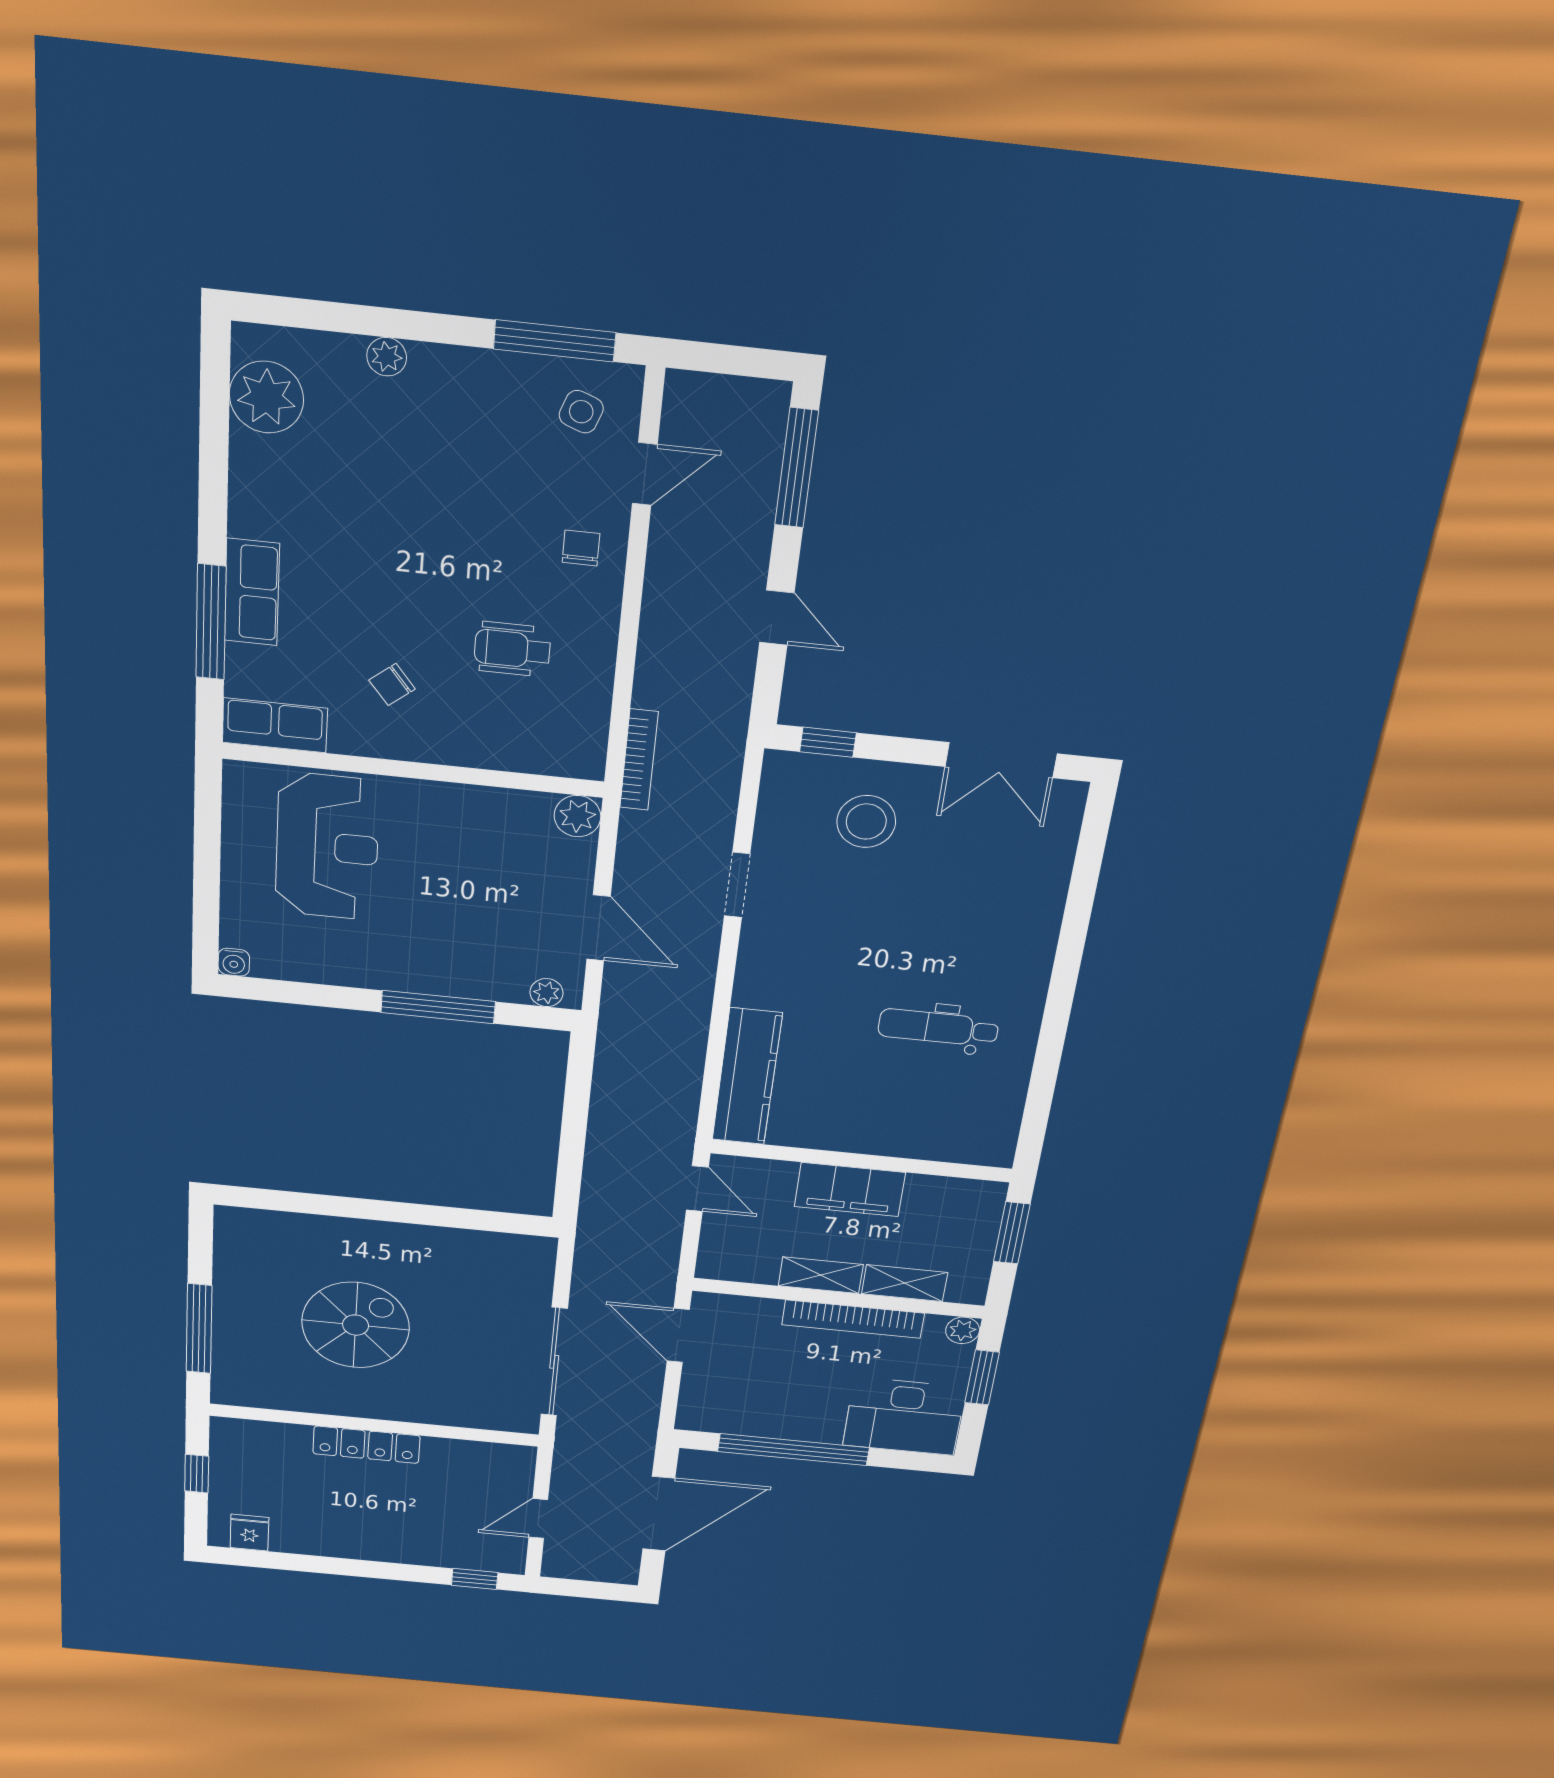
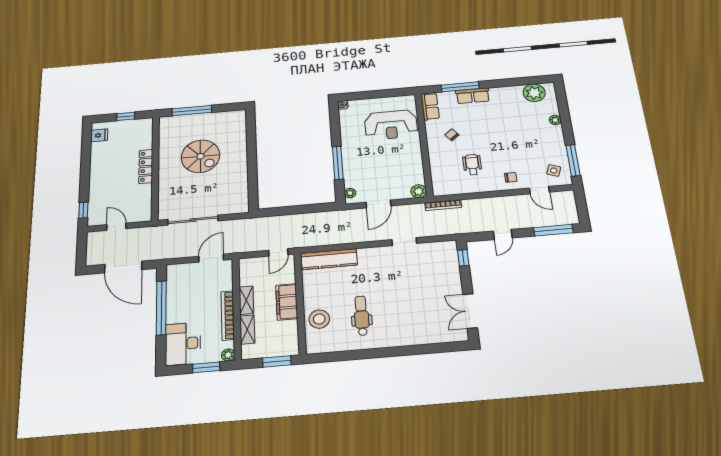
stool: (866, 822) -> (319, 319), moved

